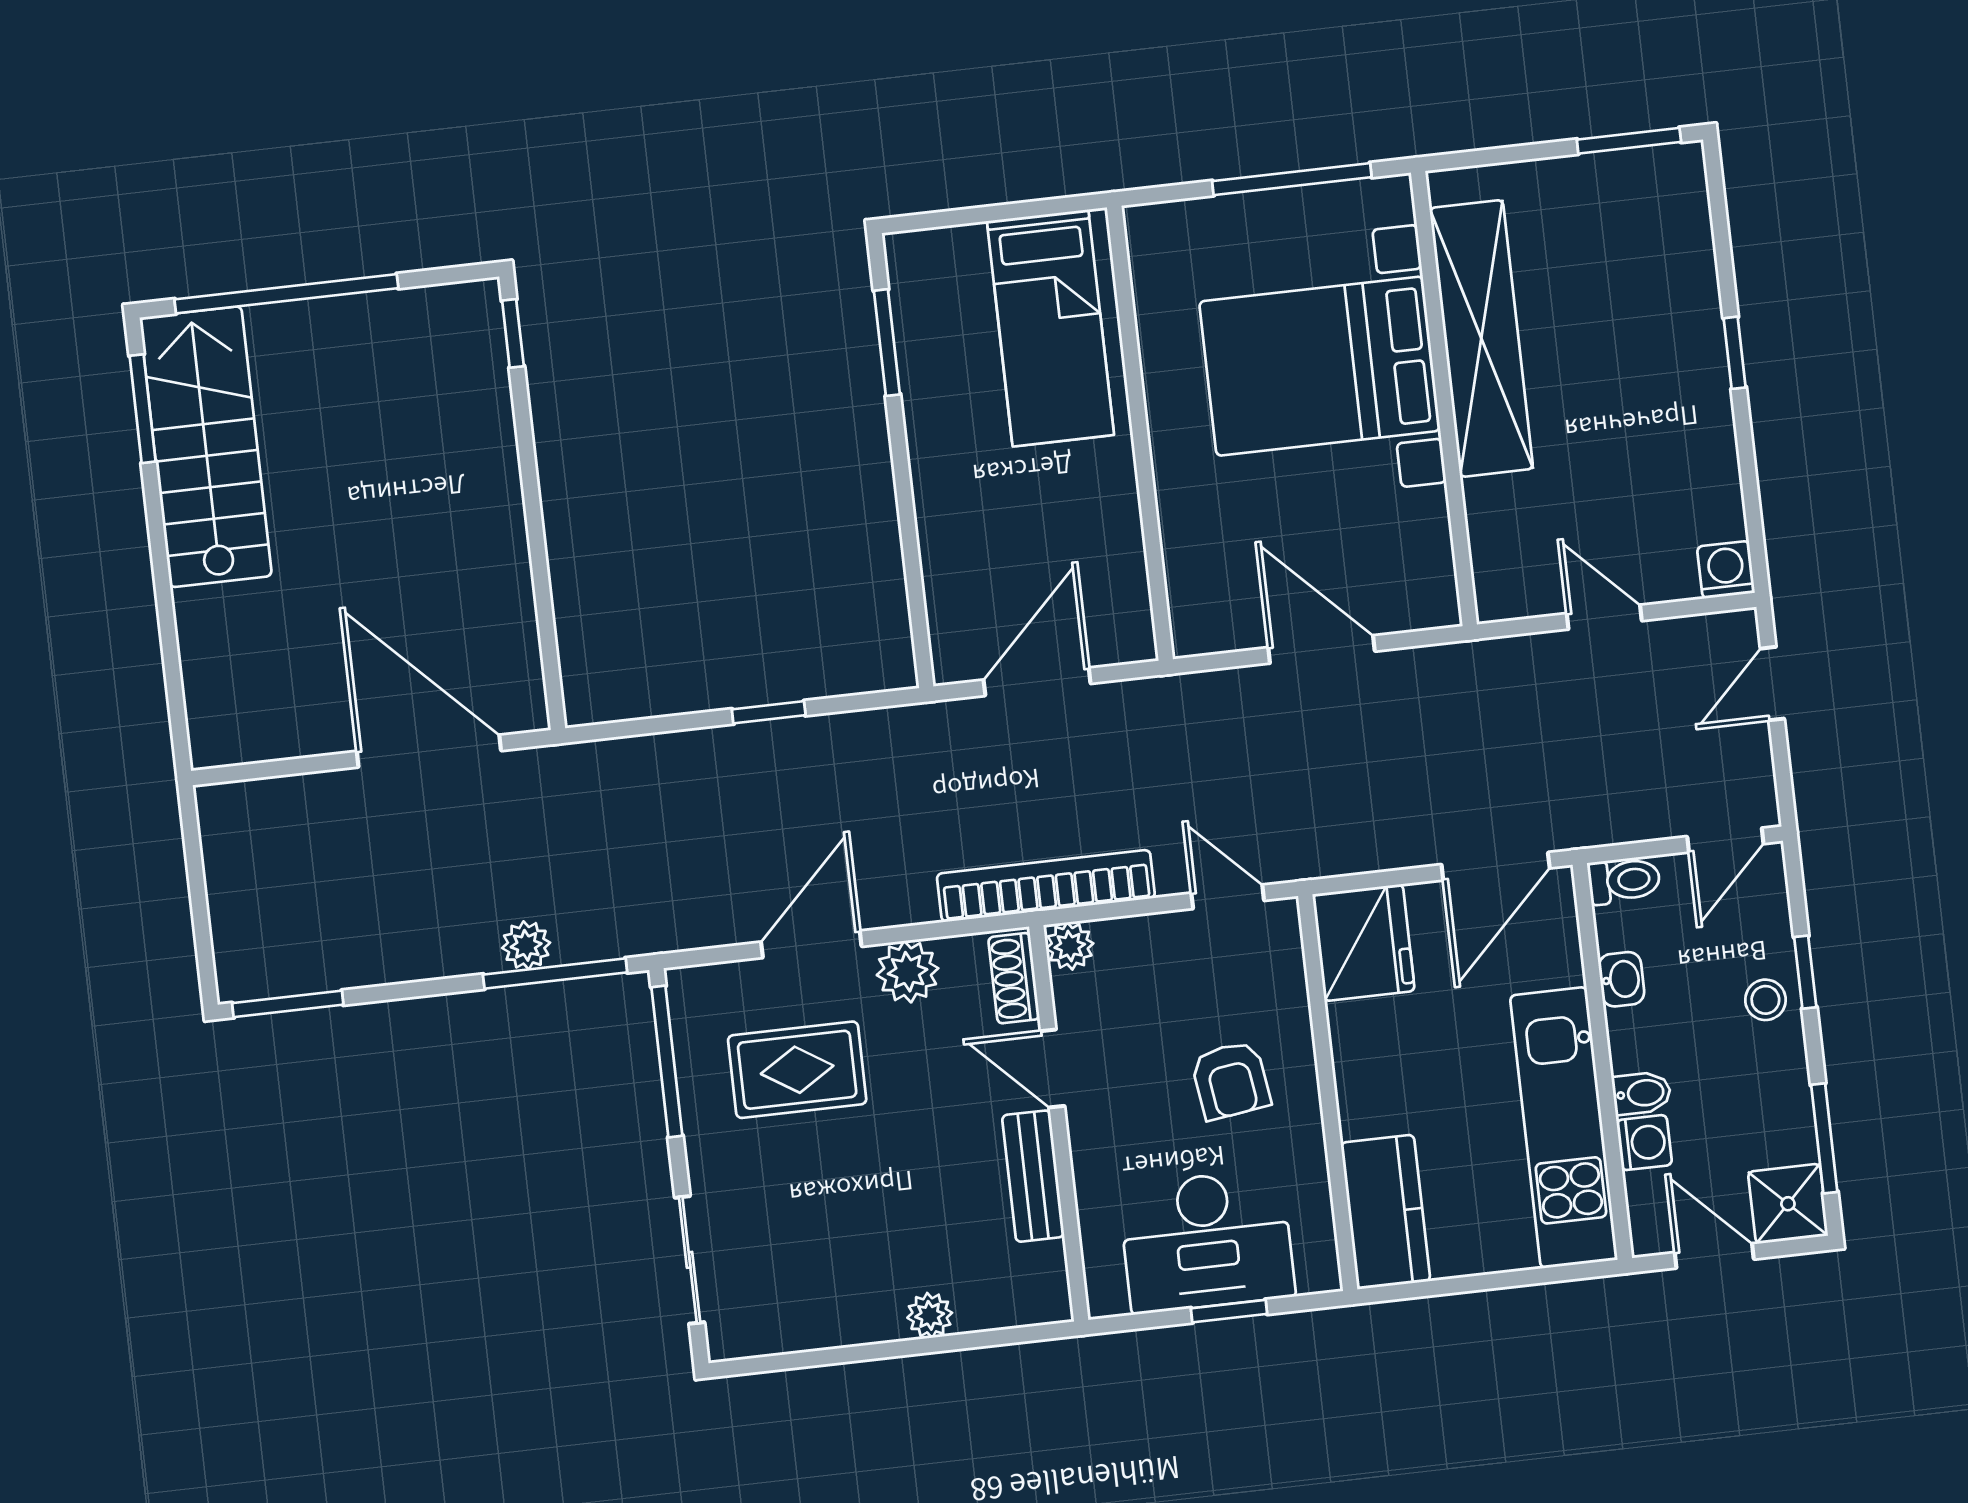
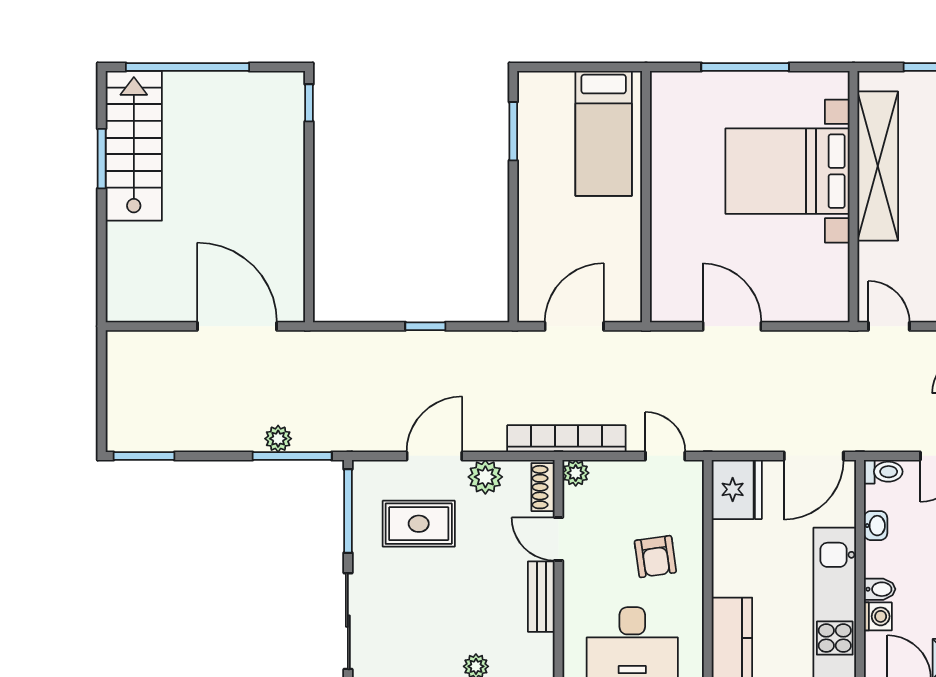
shelving: (1481, 338) -> (878, 166), moved
bed with nightstands: (1320, 366) -> (788, 171), moved
wall: (1444, 399) -> (854, 197), moved
window: (143, 409) -> (102, 159), moved
sliding door: (690, 1260) -> (348, 621), width x1.37

